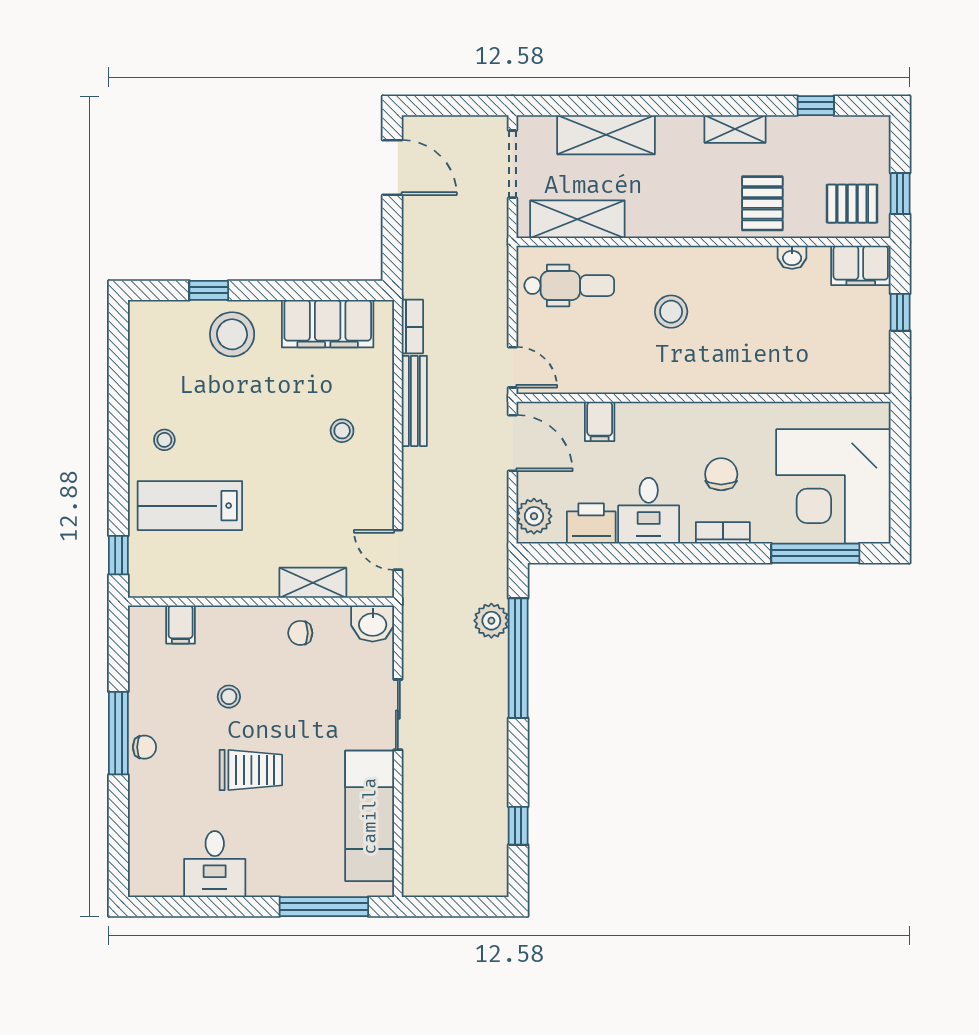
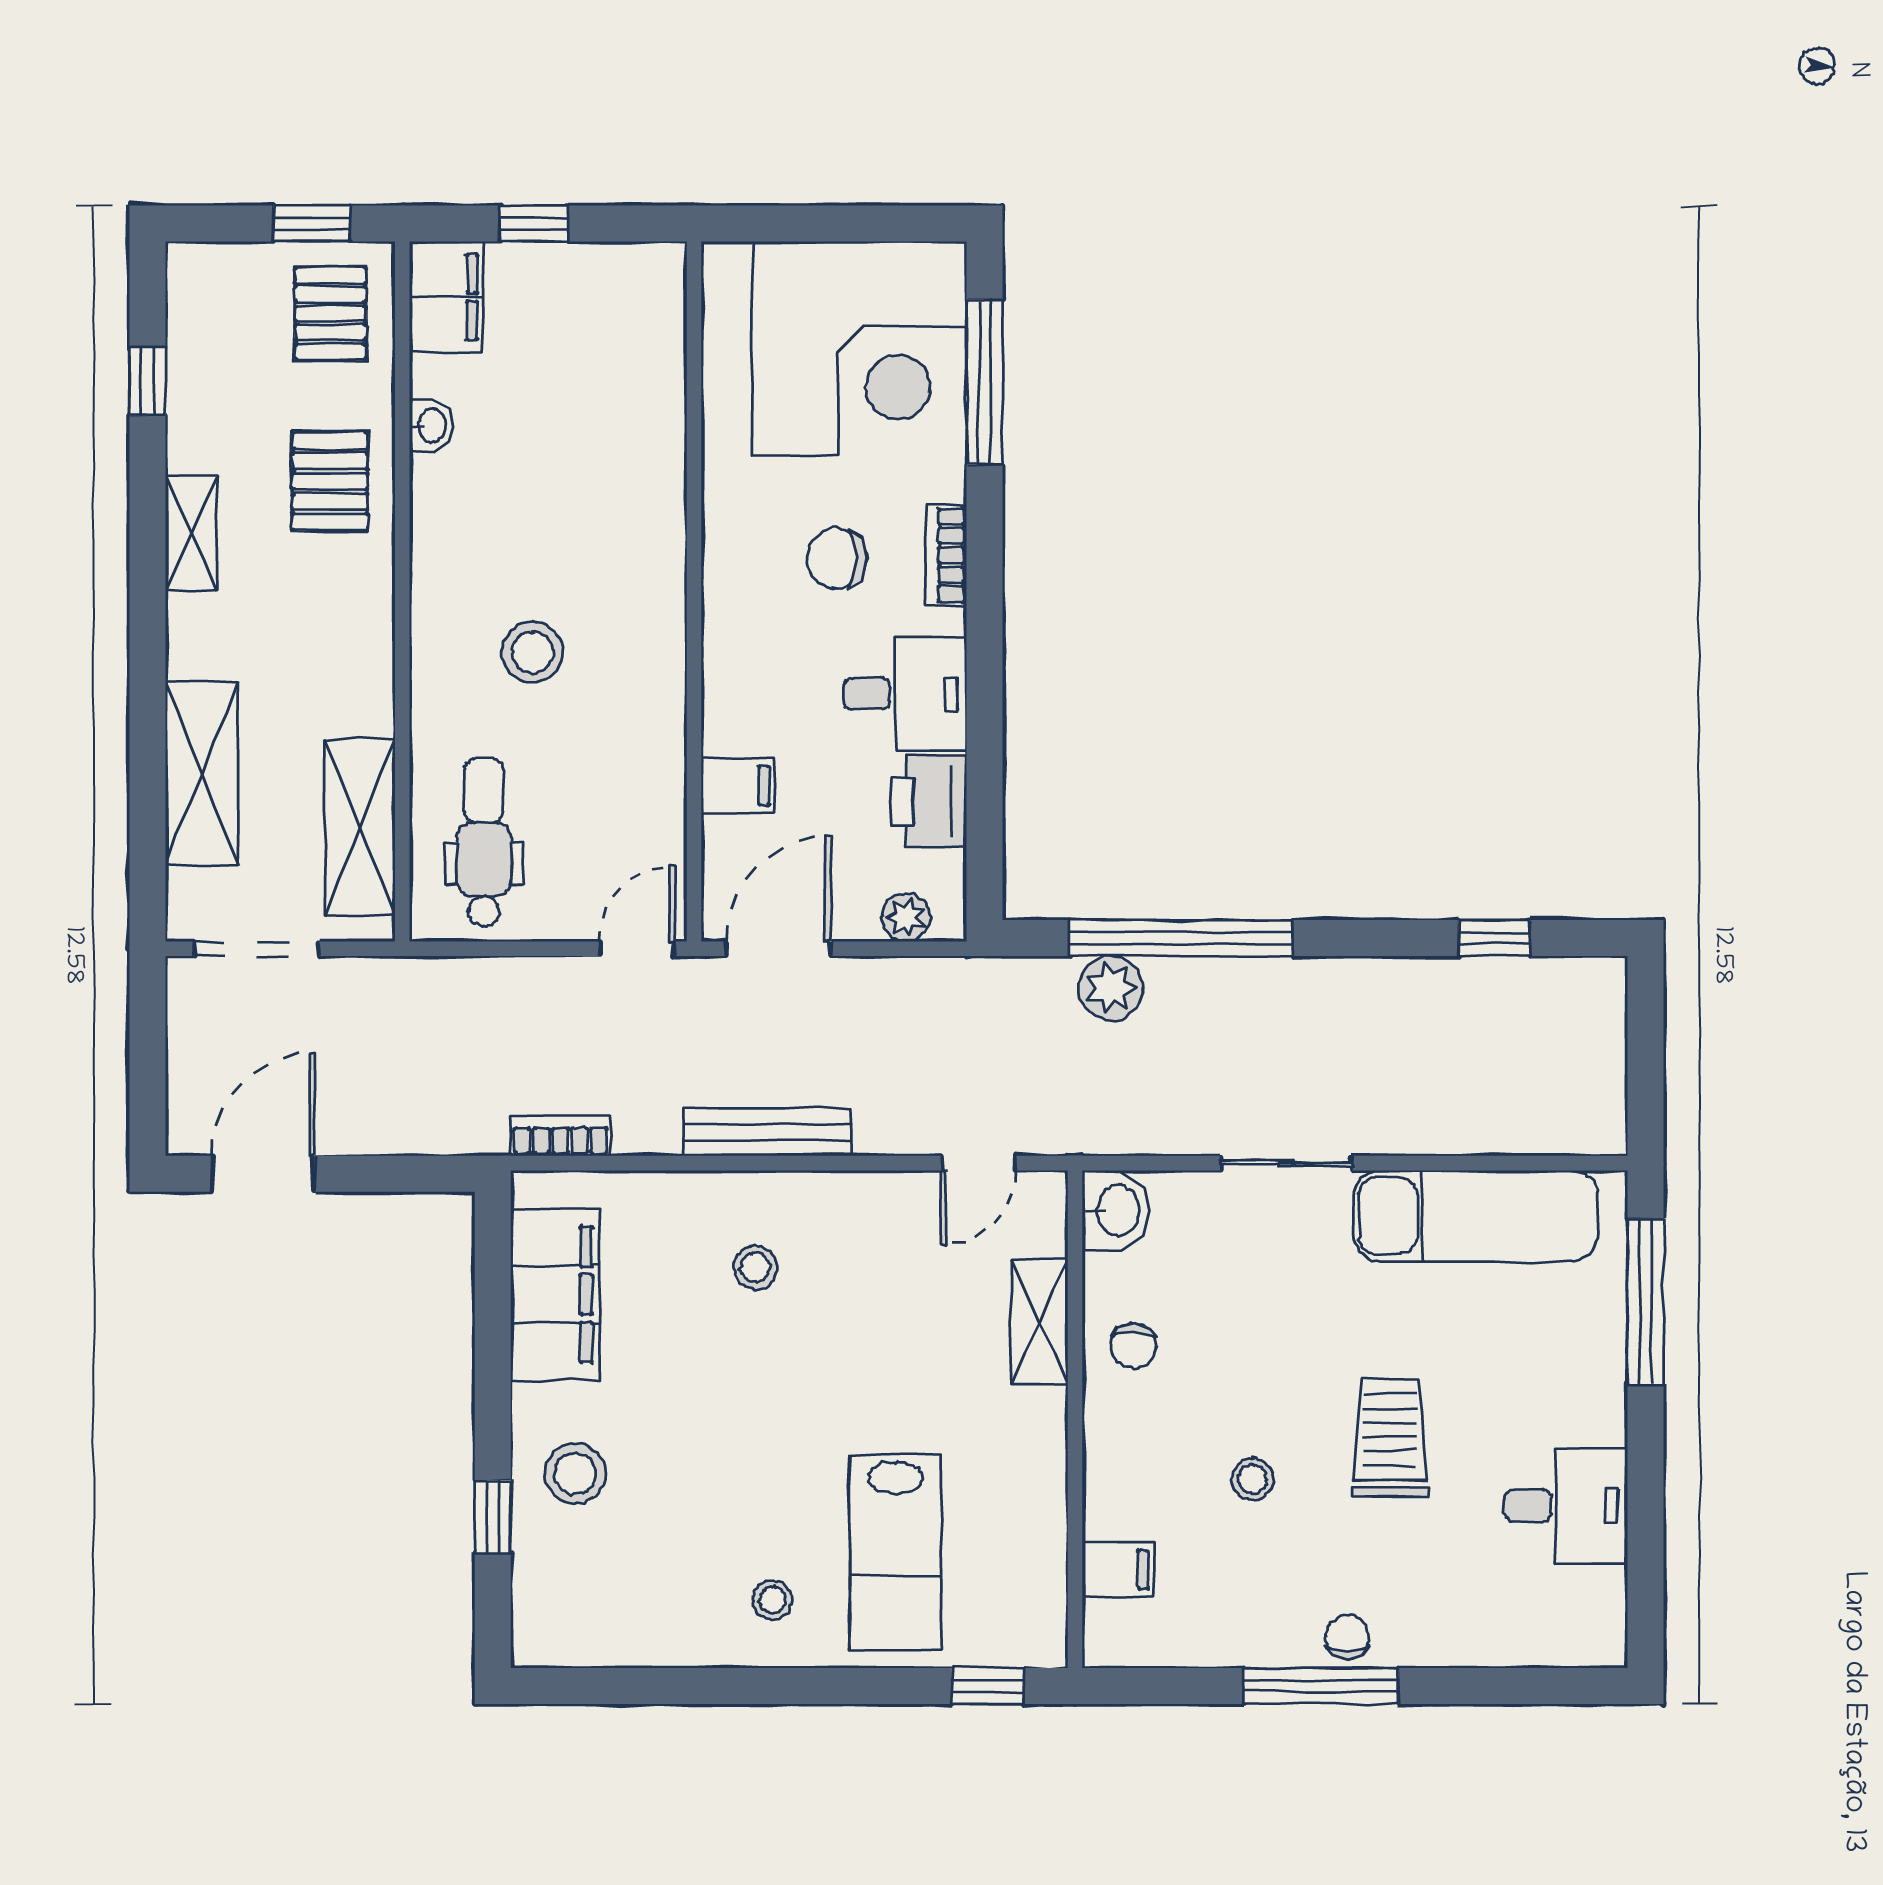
pallet: (762, 203) -> (330, 481), turned 90
stool: (232, 334) -> (575, 1473), width x0.73, depth x0.73
bench: (414, 401) -> (768, 1132), moved
plant: (534, 516) -> (906, 917), width x0.73, depth x0.73

